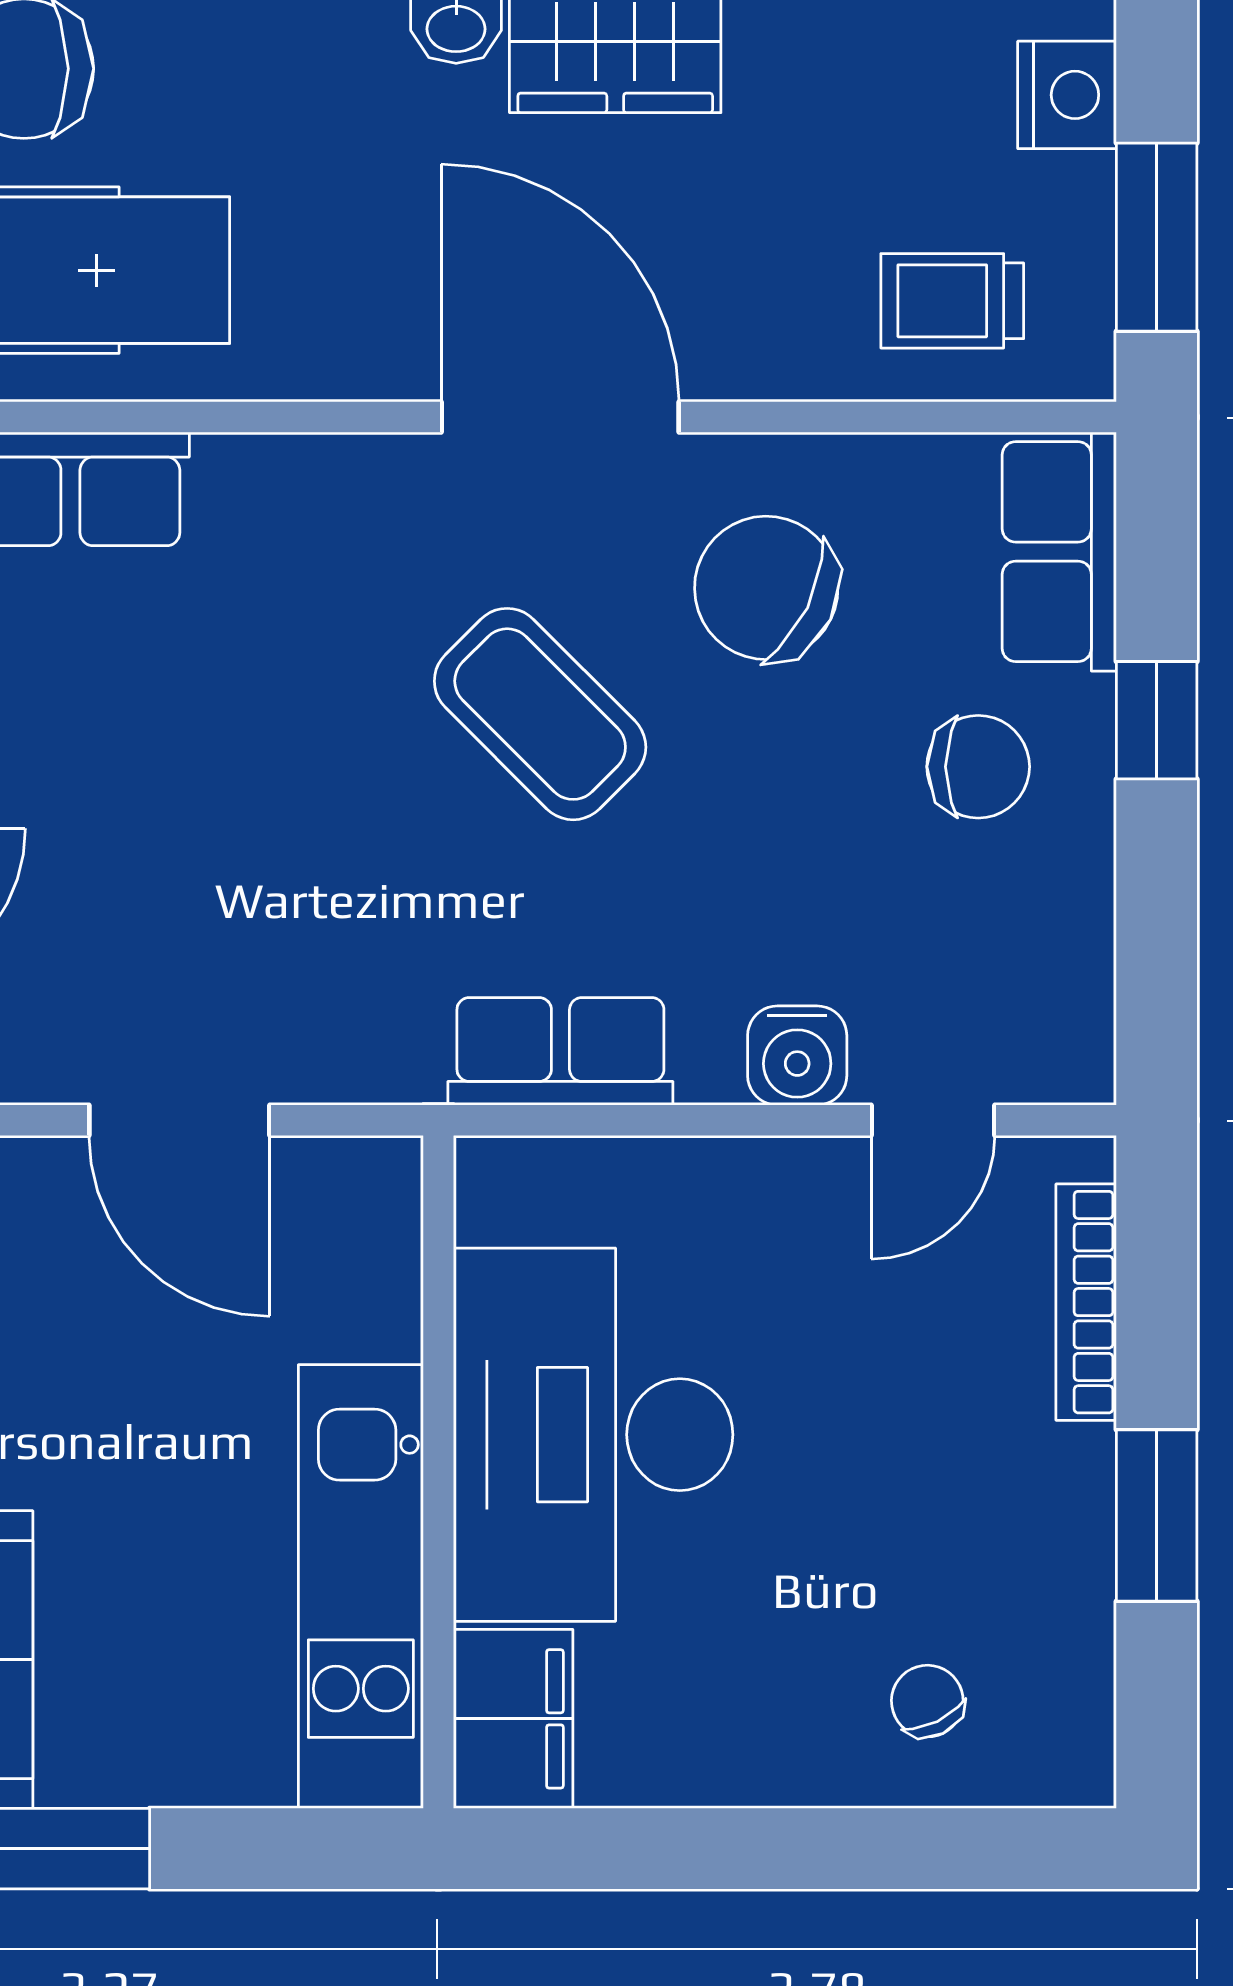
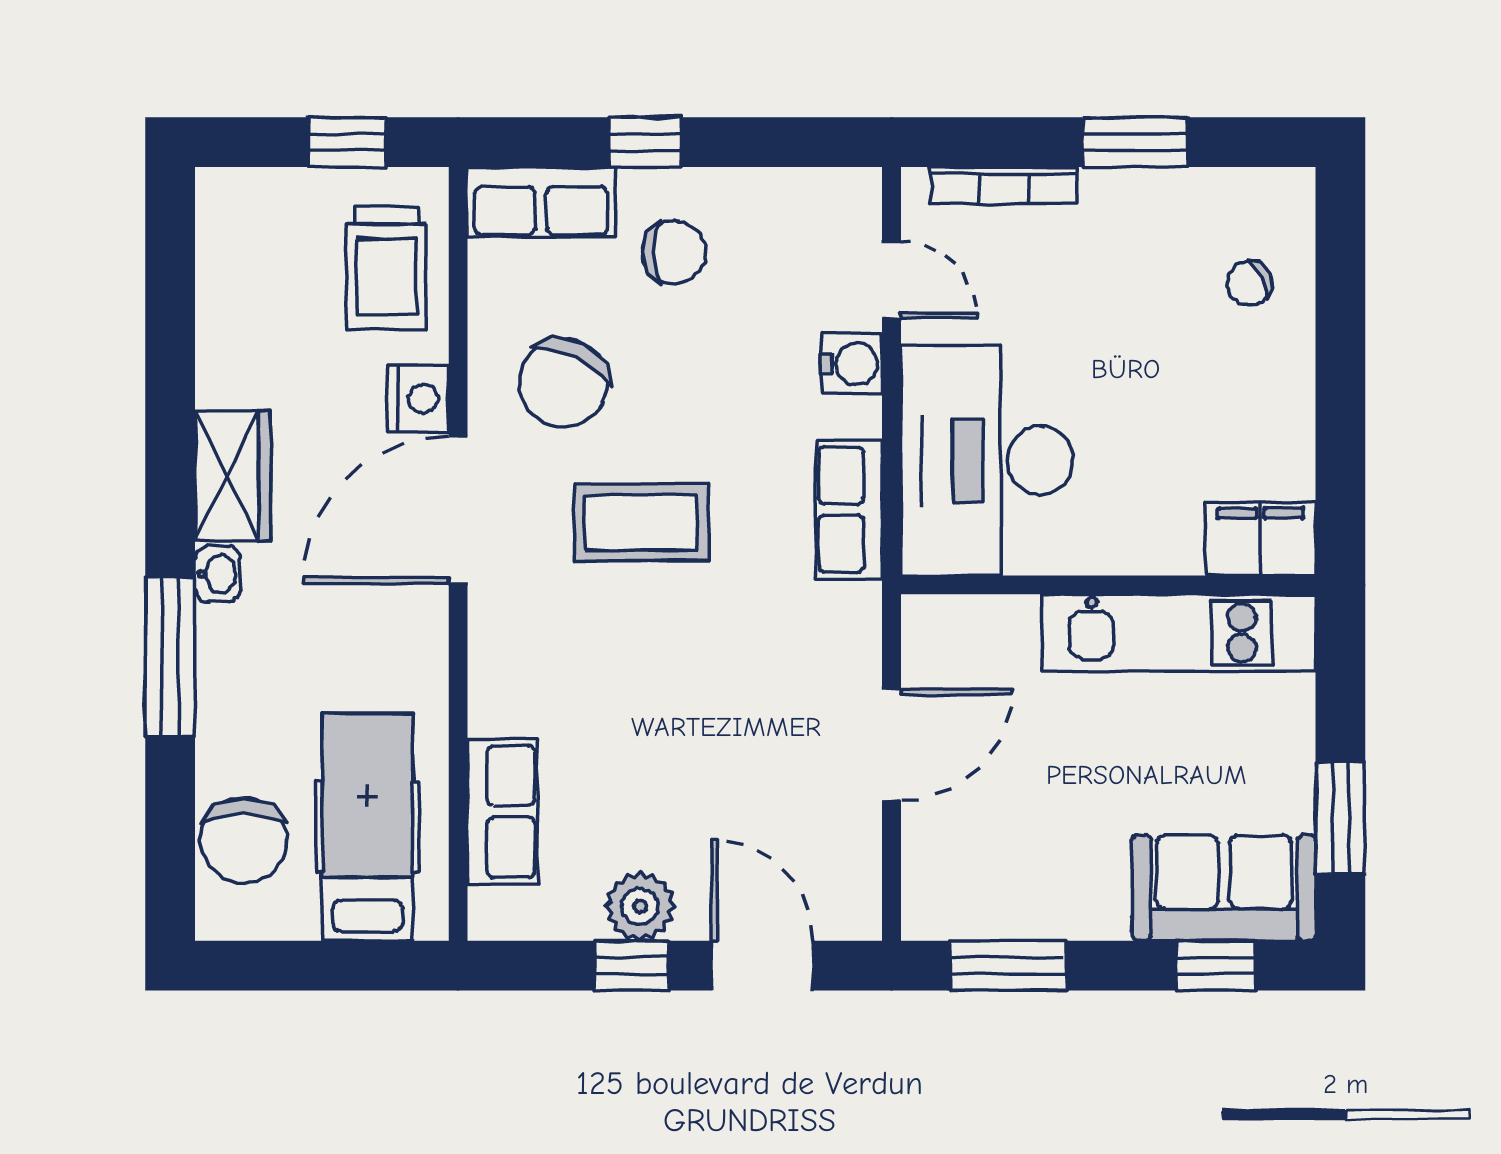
nightstand: (1067, 95) -> (418, 399), moved, turned 90
window: (1157, 237) -> (347, 142), width x0.67
trolley: (952, 301) -> (386, 268), width x1.36, depth x1.39
coffee table: (540, 714) -> (641, 522), turned 45
chair: (978, 767) -> (674, 252), turned 90
desk: (593, 1435) -> (987, 461), moved, turned 90

